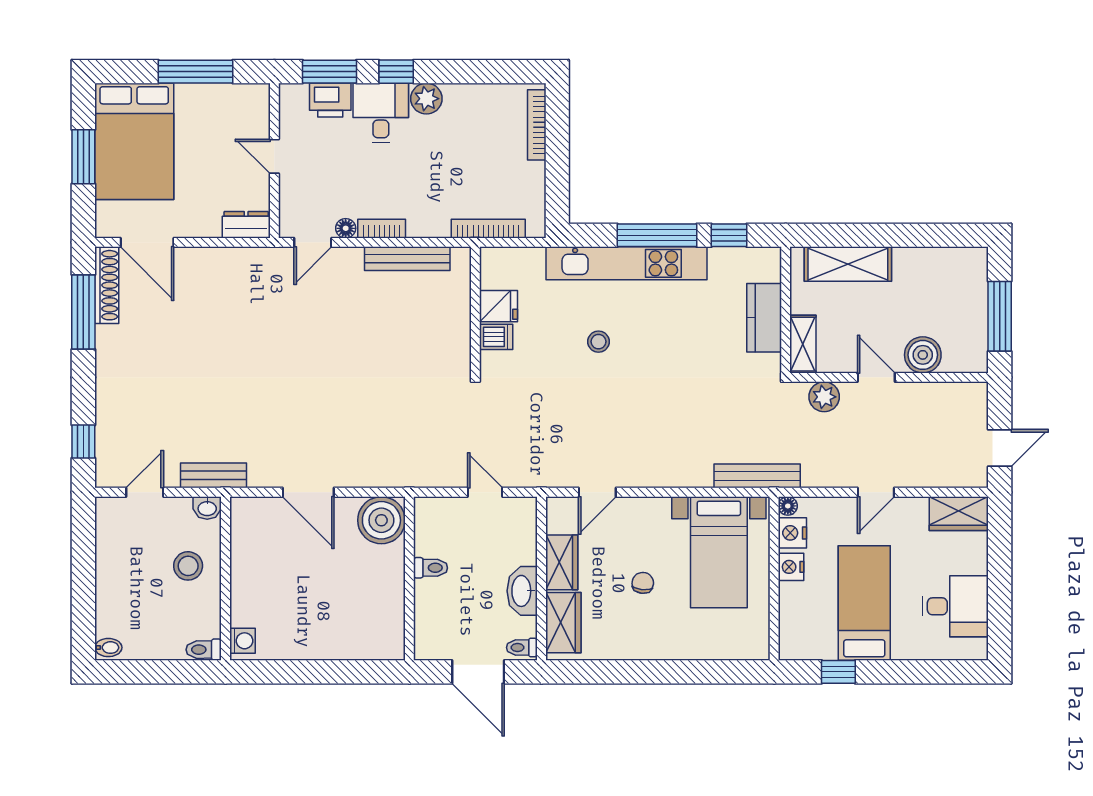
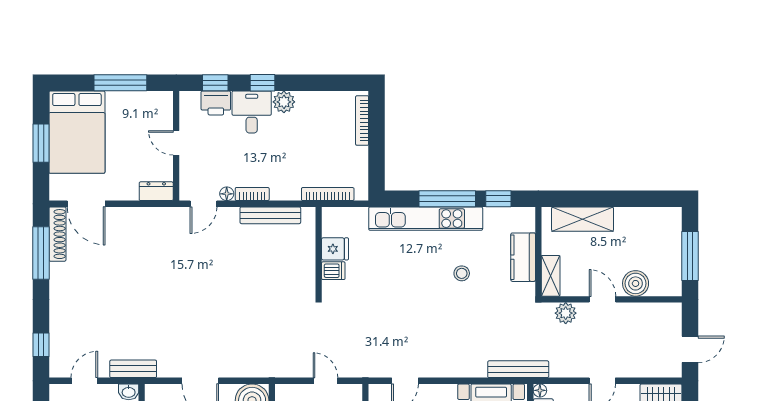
window: (329, 72) -> (215, 83), width x0.67
stool: (598, 342) -> (462, 273), moved

